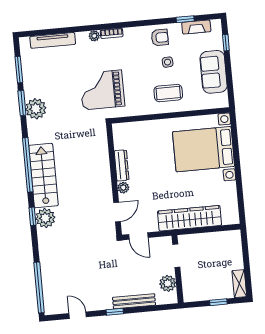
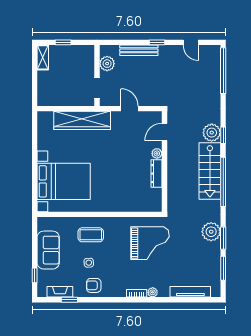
dresser: (122, 165) -> (157, 174), moved
wall: (114, 179) -> (165, 162), moved
plant: (123, 188) -> (157, 153), moved
door: (117, 212) -> (165, 132), moved

